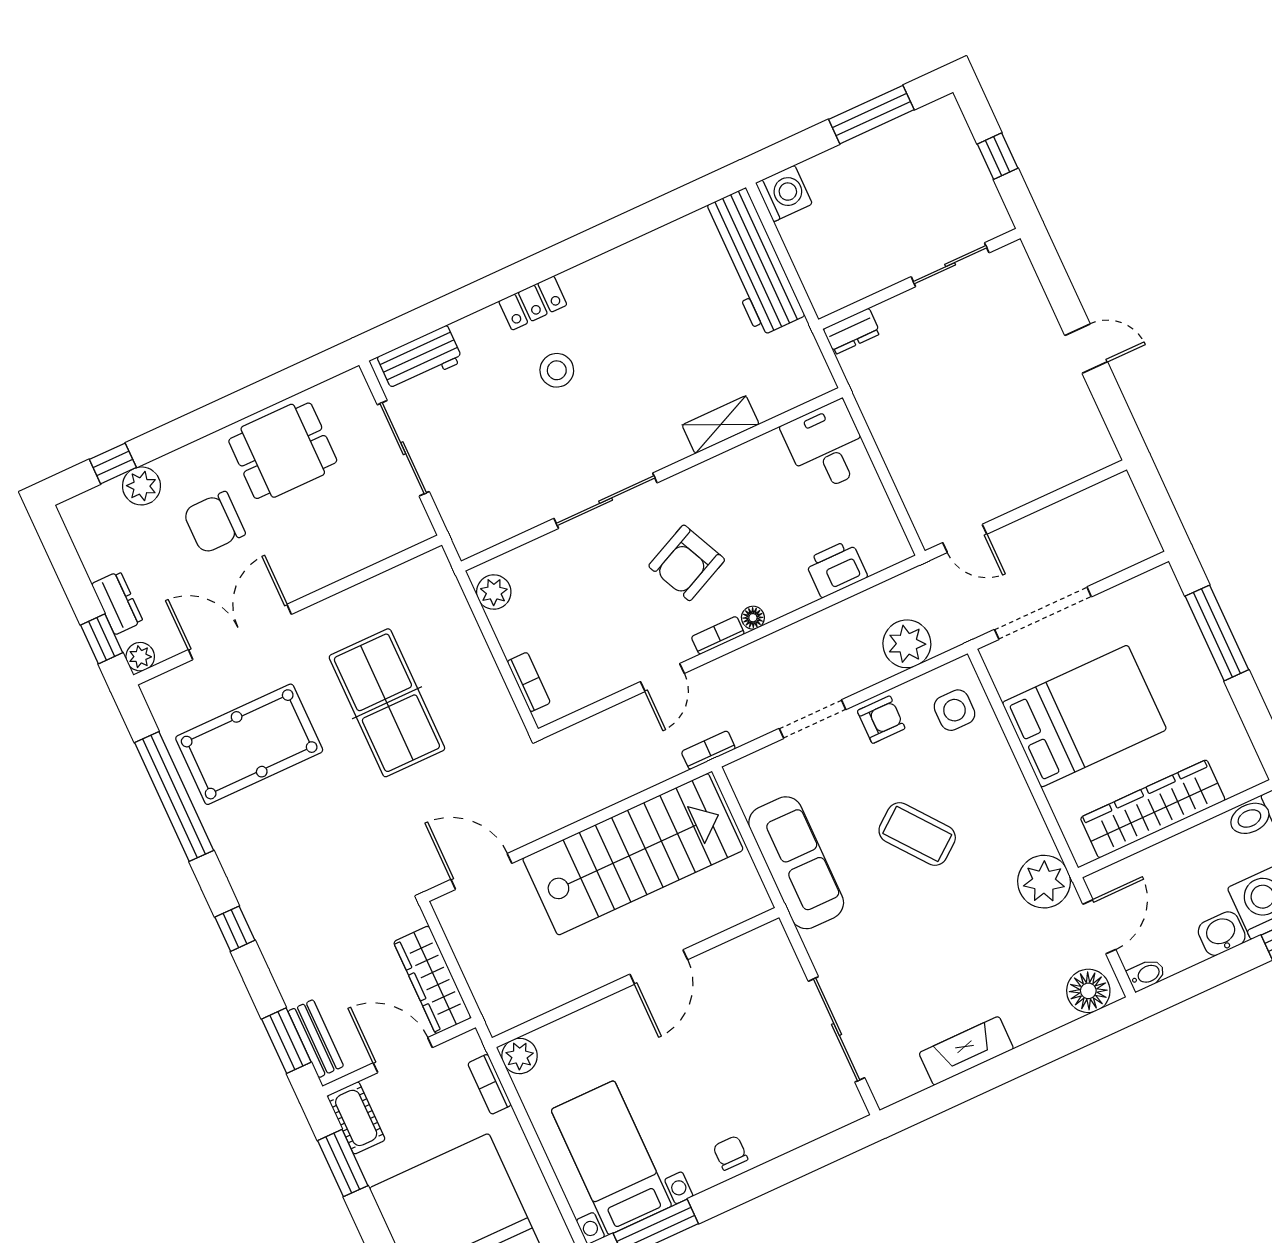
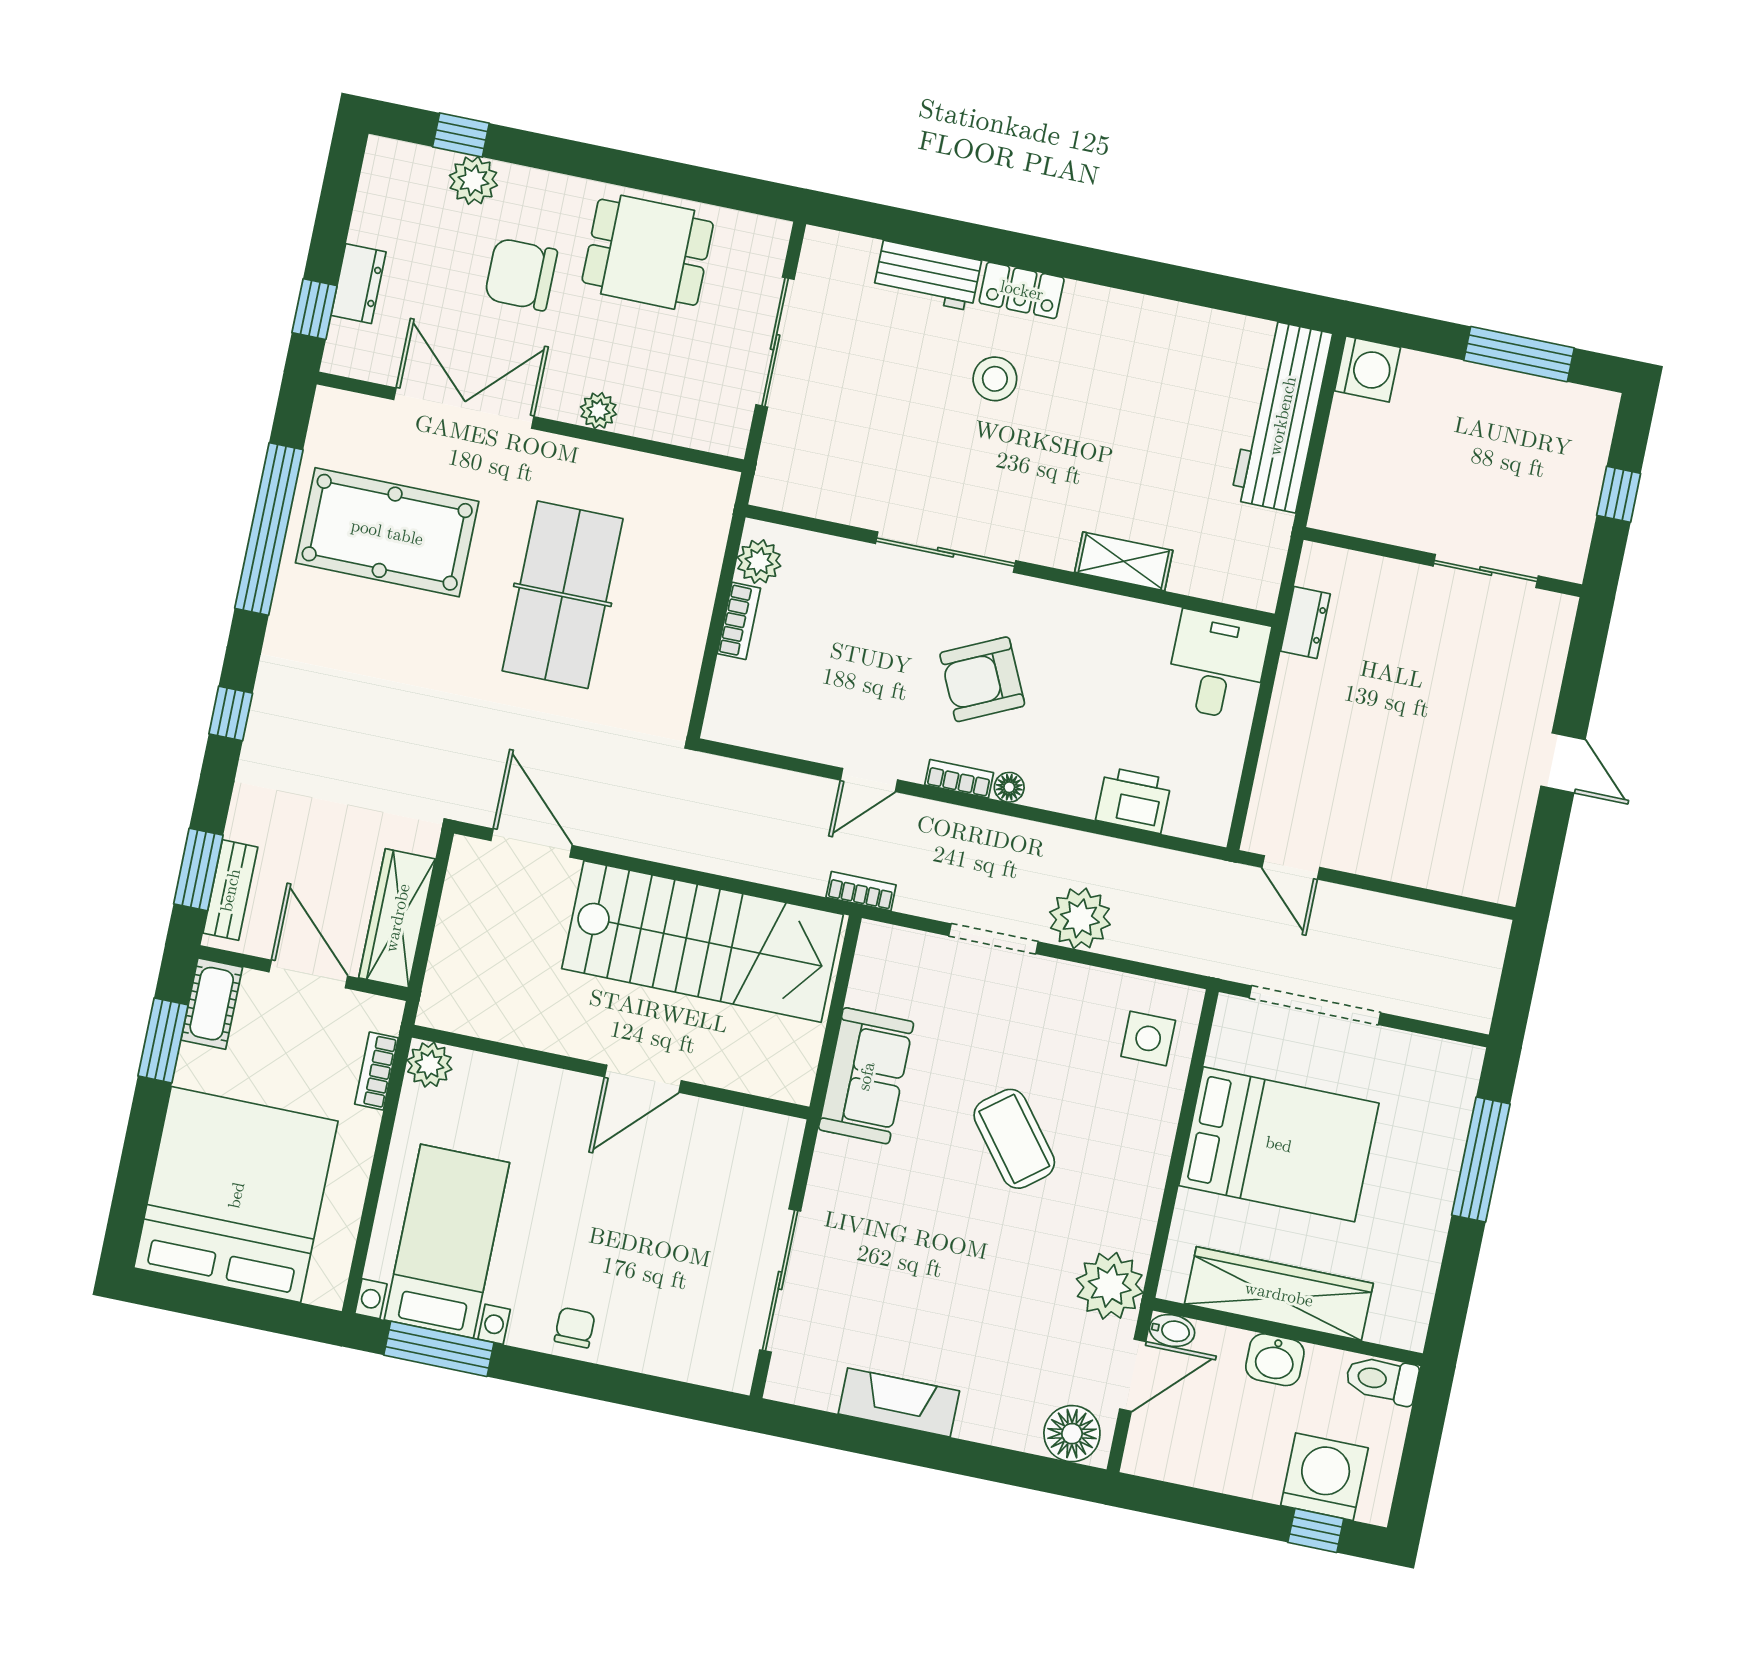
dresser: (852, 331) -> (1305, 622), moved, turned -90
workbench: (420, 359) -> (927, 276), moved
plant: (907, 644) -> (1080, 918), moved
plant: (140, 657) -> (598, 411), moved
bookcase: (529, 682) -> (739, 621), moved
armchair: (881, 720) -> (1065, 992), removed
sofa: (796, 863) -> (866, 1076), width x0.73
washbasin: (1222, 934) -> (1275, 1360), moved, turned 180
bidet: (1146, 975) -> (1172, 1331), moved

